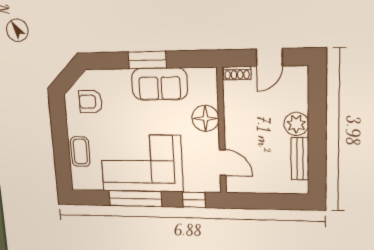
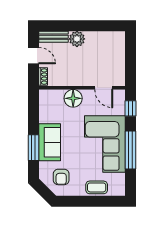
window: (147, 60) -> (33, 148), moved
sofa: (160, 84) -> (50, 142), moved
bench: (300, 159) -> (53, 37), moved
door: (223, 163) -> (104, 88), swing flipped

